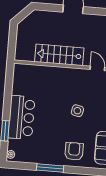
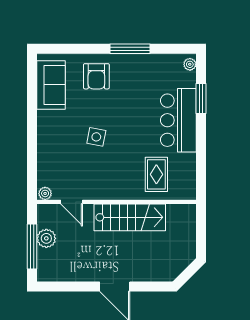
rug: (39, 82) -> (156, 174), added

